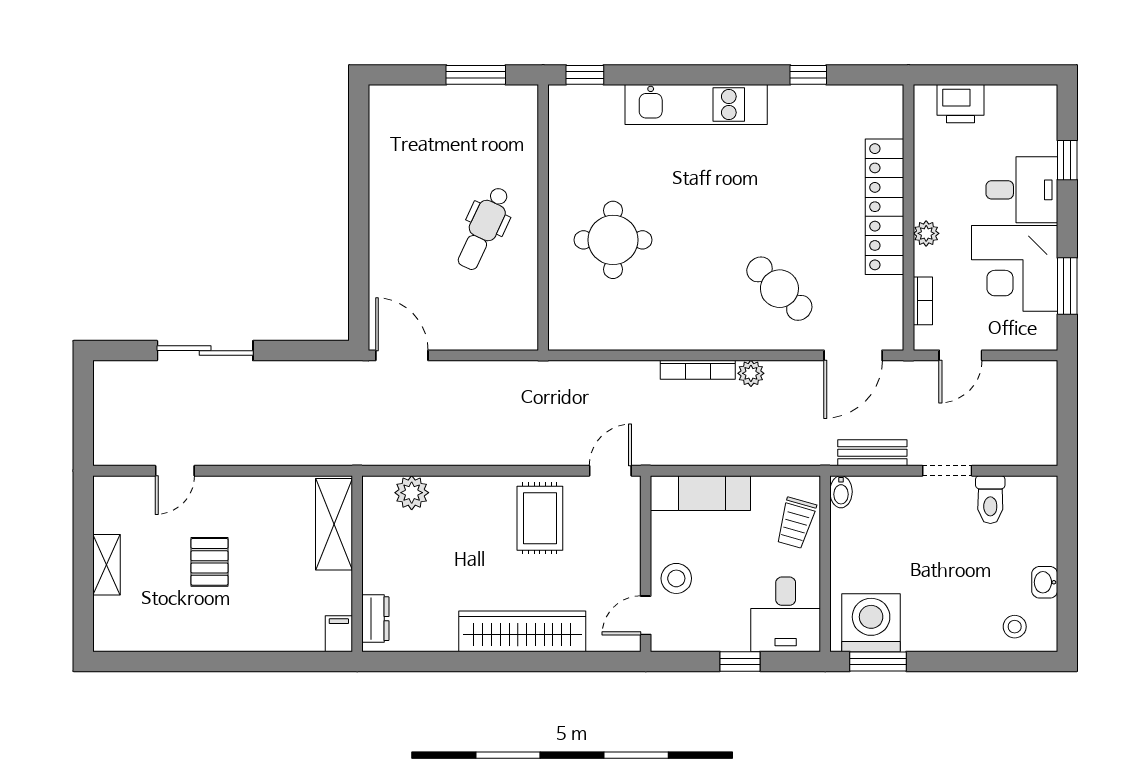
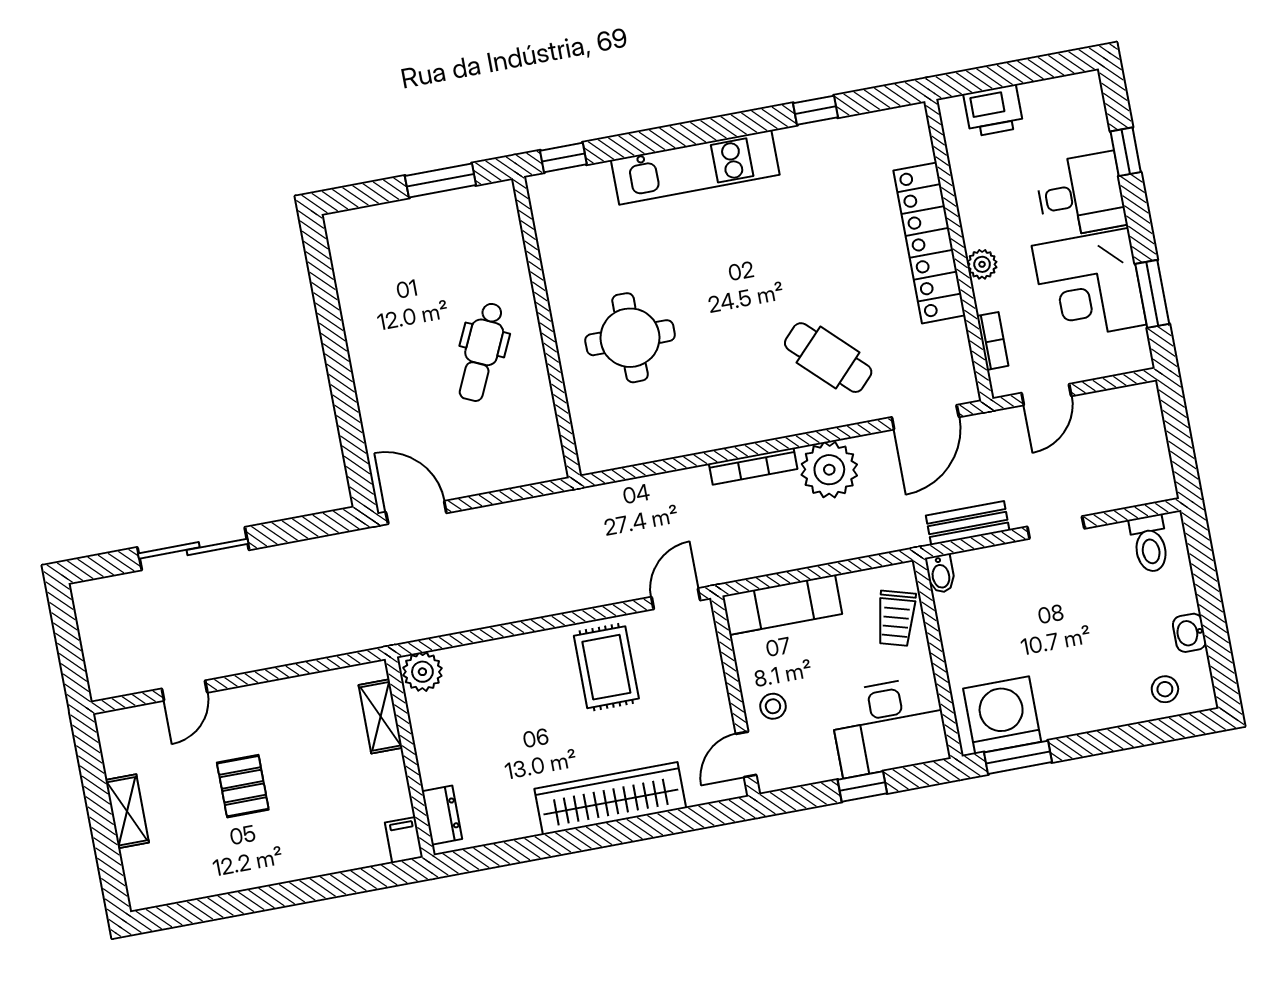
plant: (751, 373) -> (829, 470), width x1.87, depth x1.87
plant: (412, 493) -> (422, 672), moved
toilet: (990, 500) -> (1150, 544), moved
shelving: (334, 524) -> (381, 716), width x0.67, depth x0.75
stool: (676, 578) -> (773, 706), width x0.73, depth x0.73
desk: (786, 614) -> (889, 726), width x1.37

